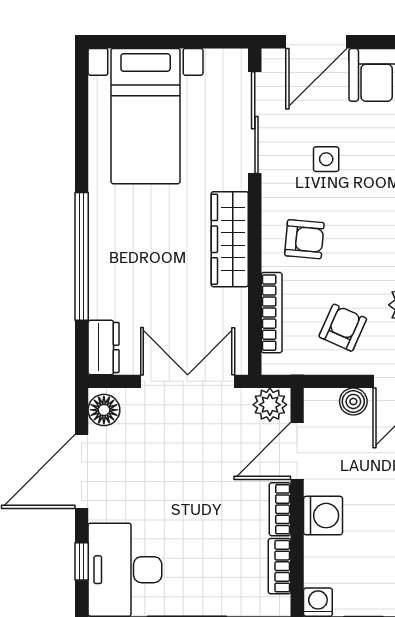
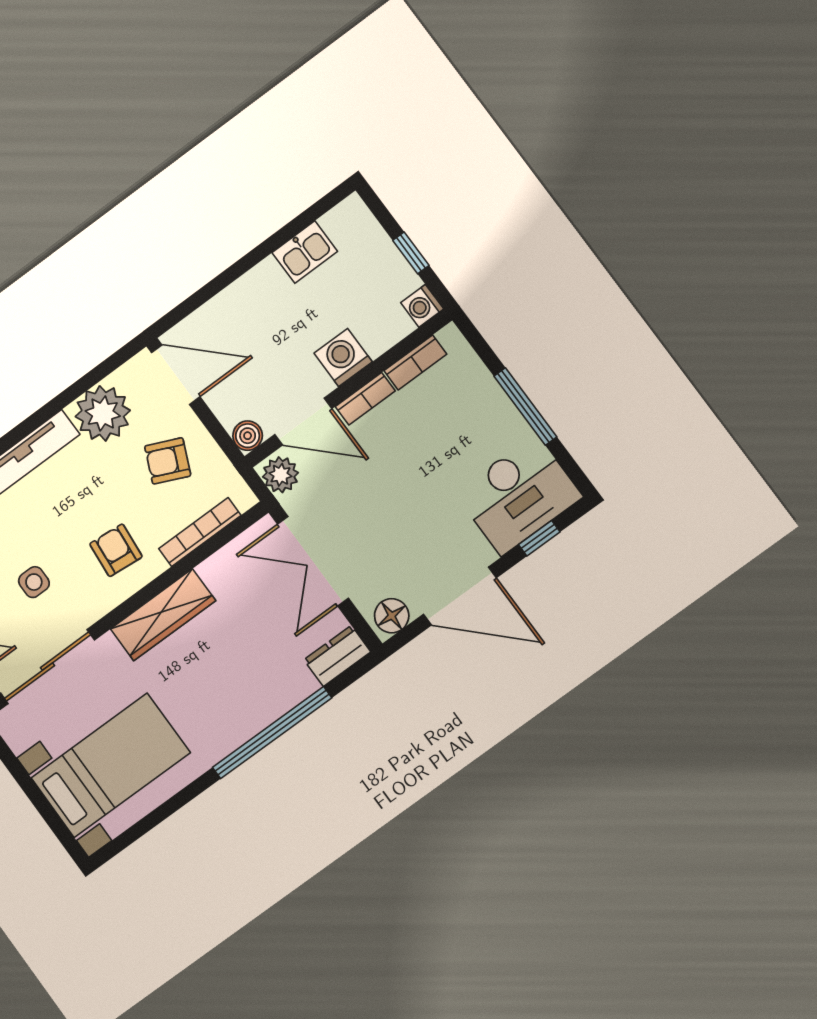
boiler: (353, 401) -> (248, 436), moved

